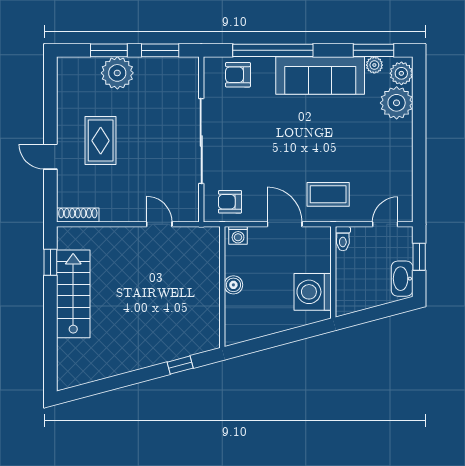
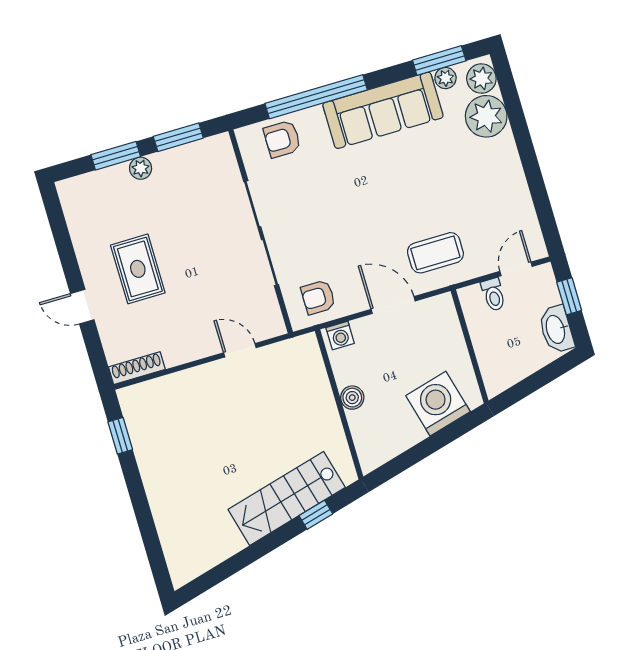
plant: (117, 73) -> (141, 168), width x0.53, depth x0.53
toilet: (343, 239) -> (493, 295), moved
washing machine: (313, 292) -> (438, 404), moved, turned 75
stairs: (73, 294) -> (287, 498), moved, turned -105

